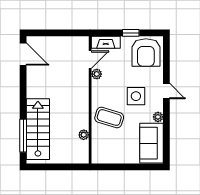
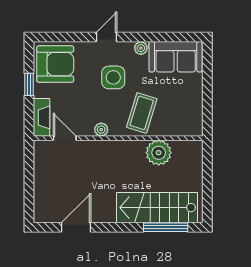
door: (23, 54) -> (76, 227), moved
plant: (97, 74) -> (101, 130), moved
plant: (84, 135) -> (159, 153), width x1.88, depth x1.88

